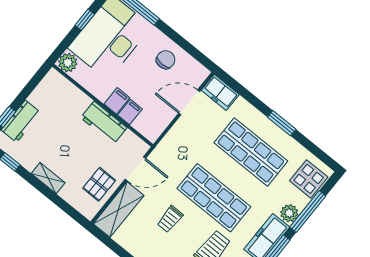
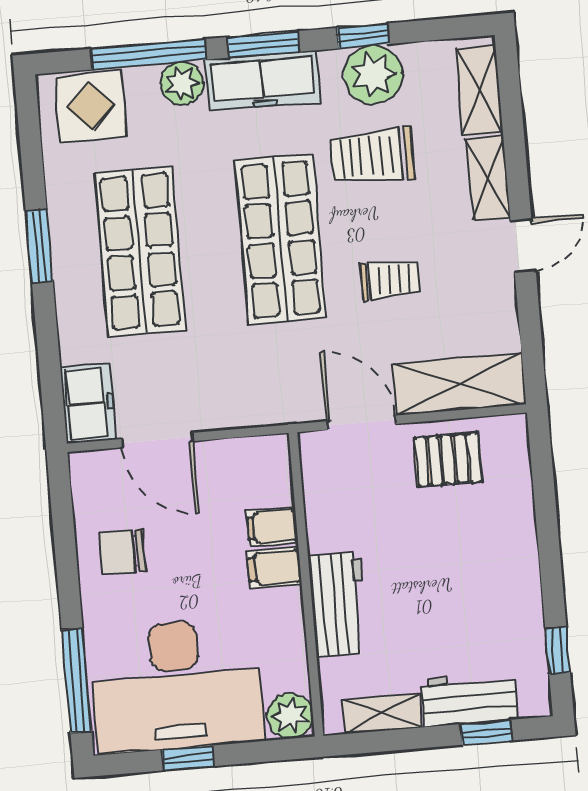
workbench: (104, 123) -> (338, 604), moved
shelving: (48, 178) -> (382, 714), moved, turned 90

